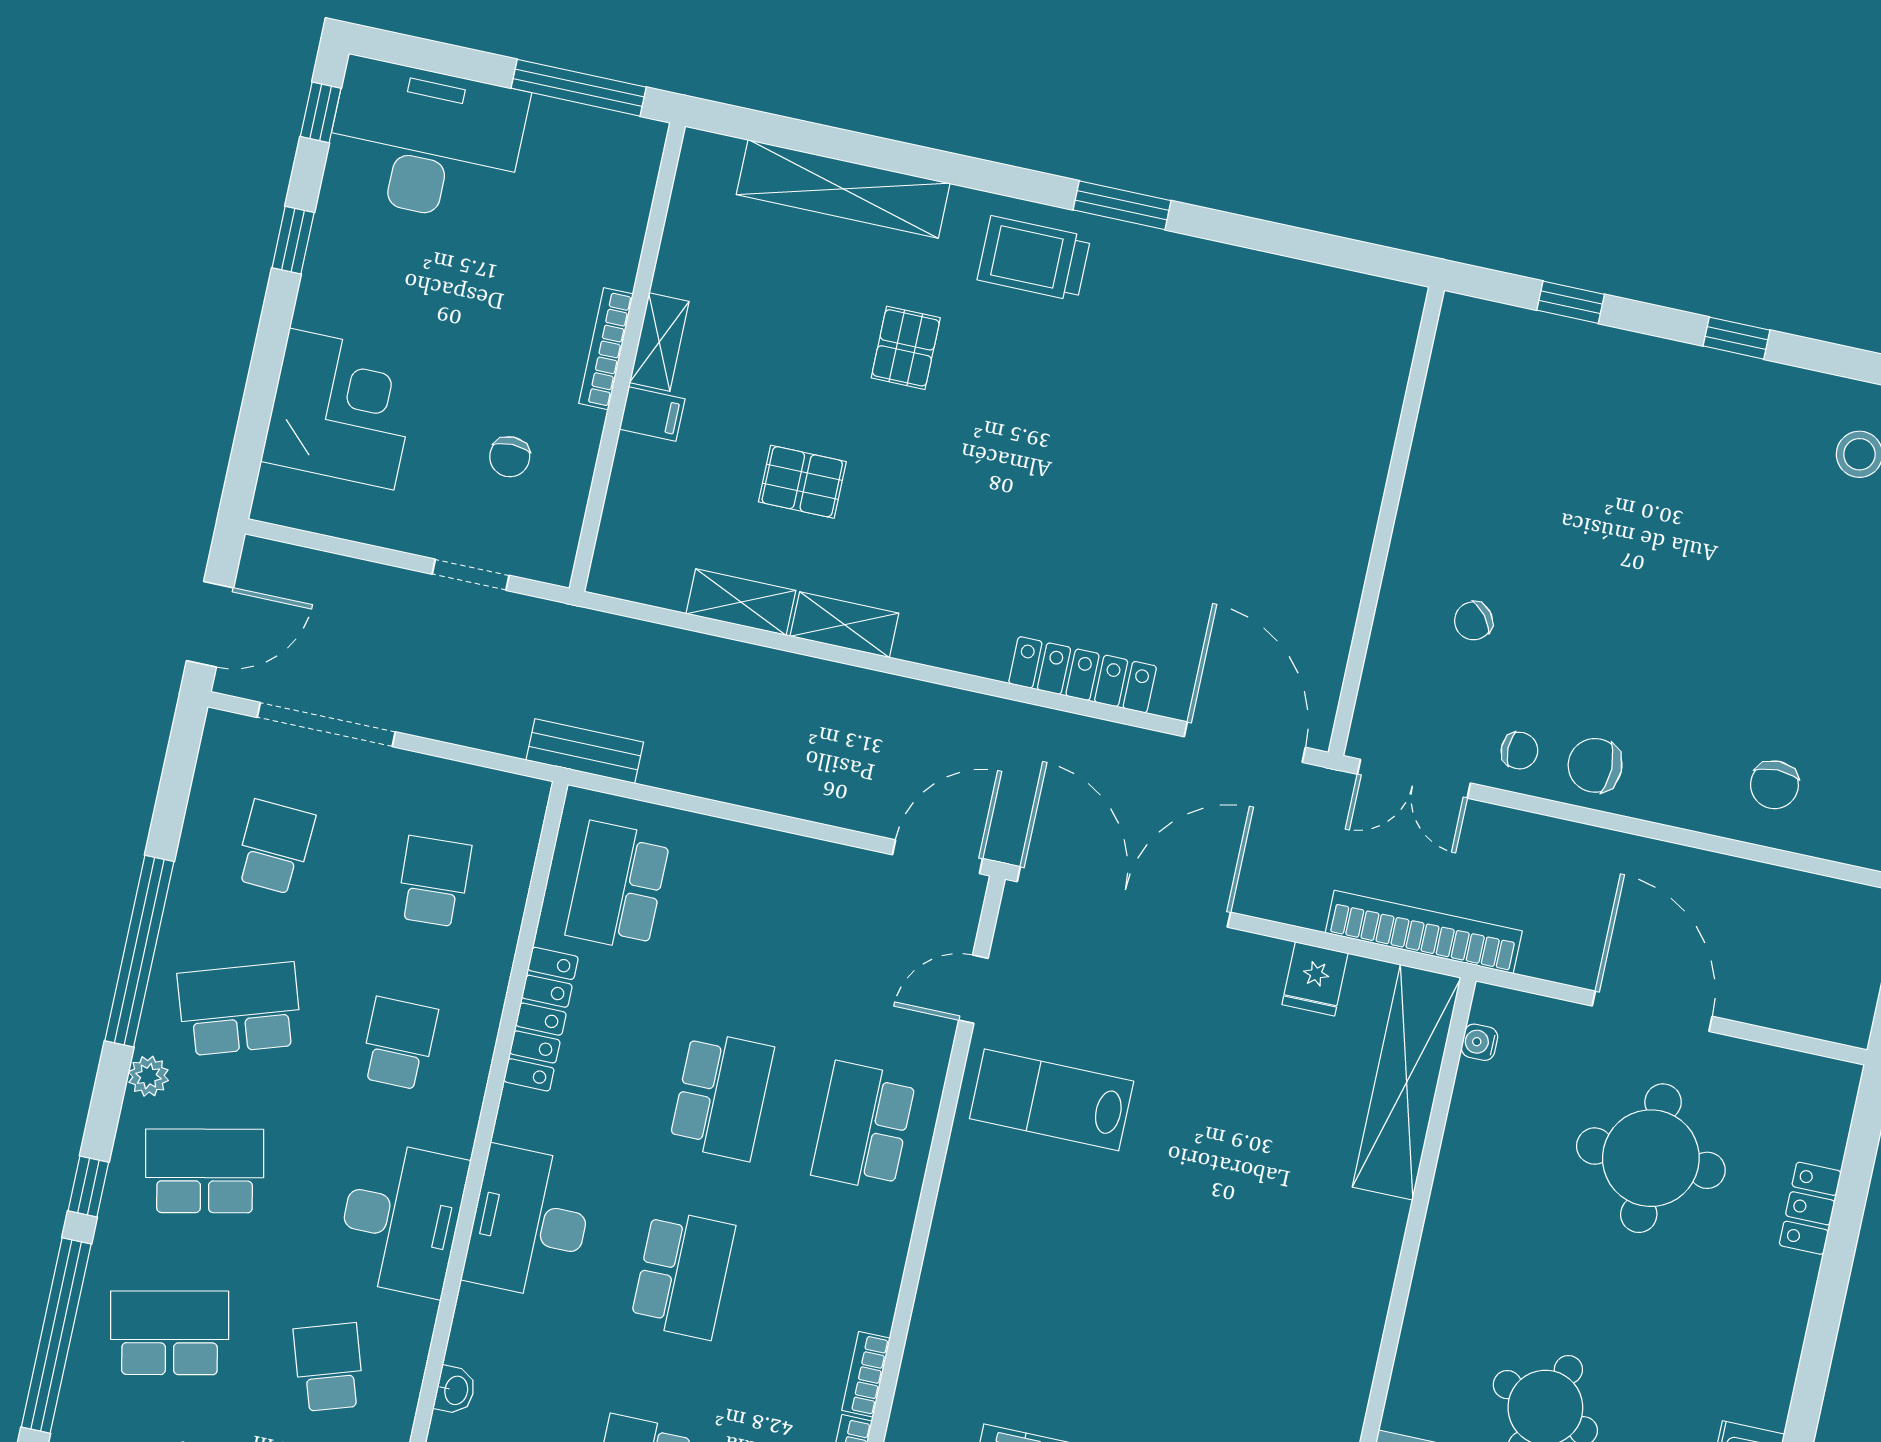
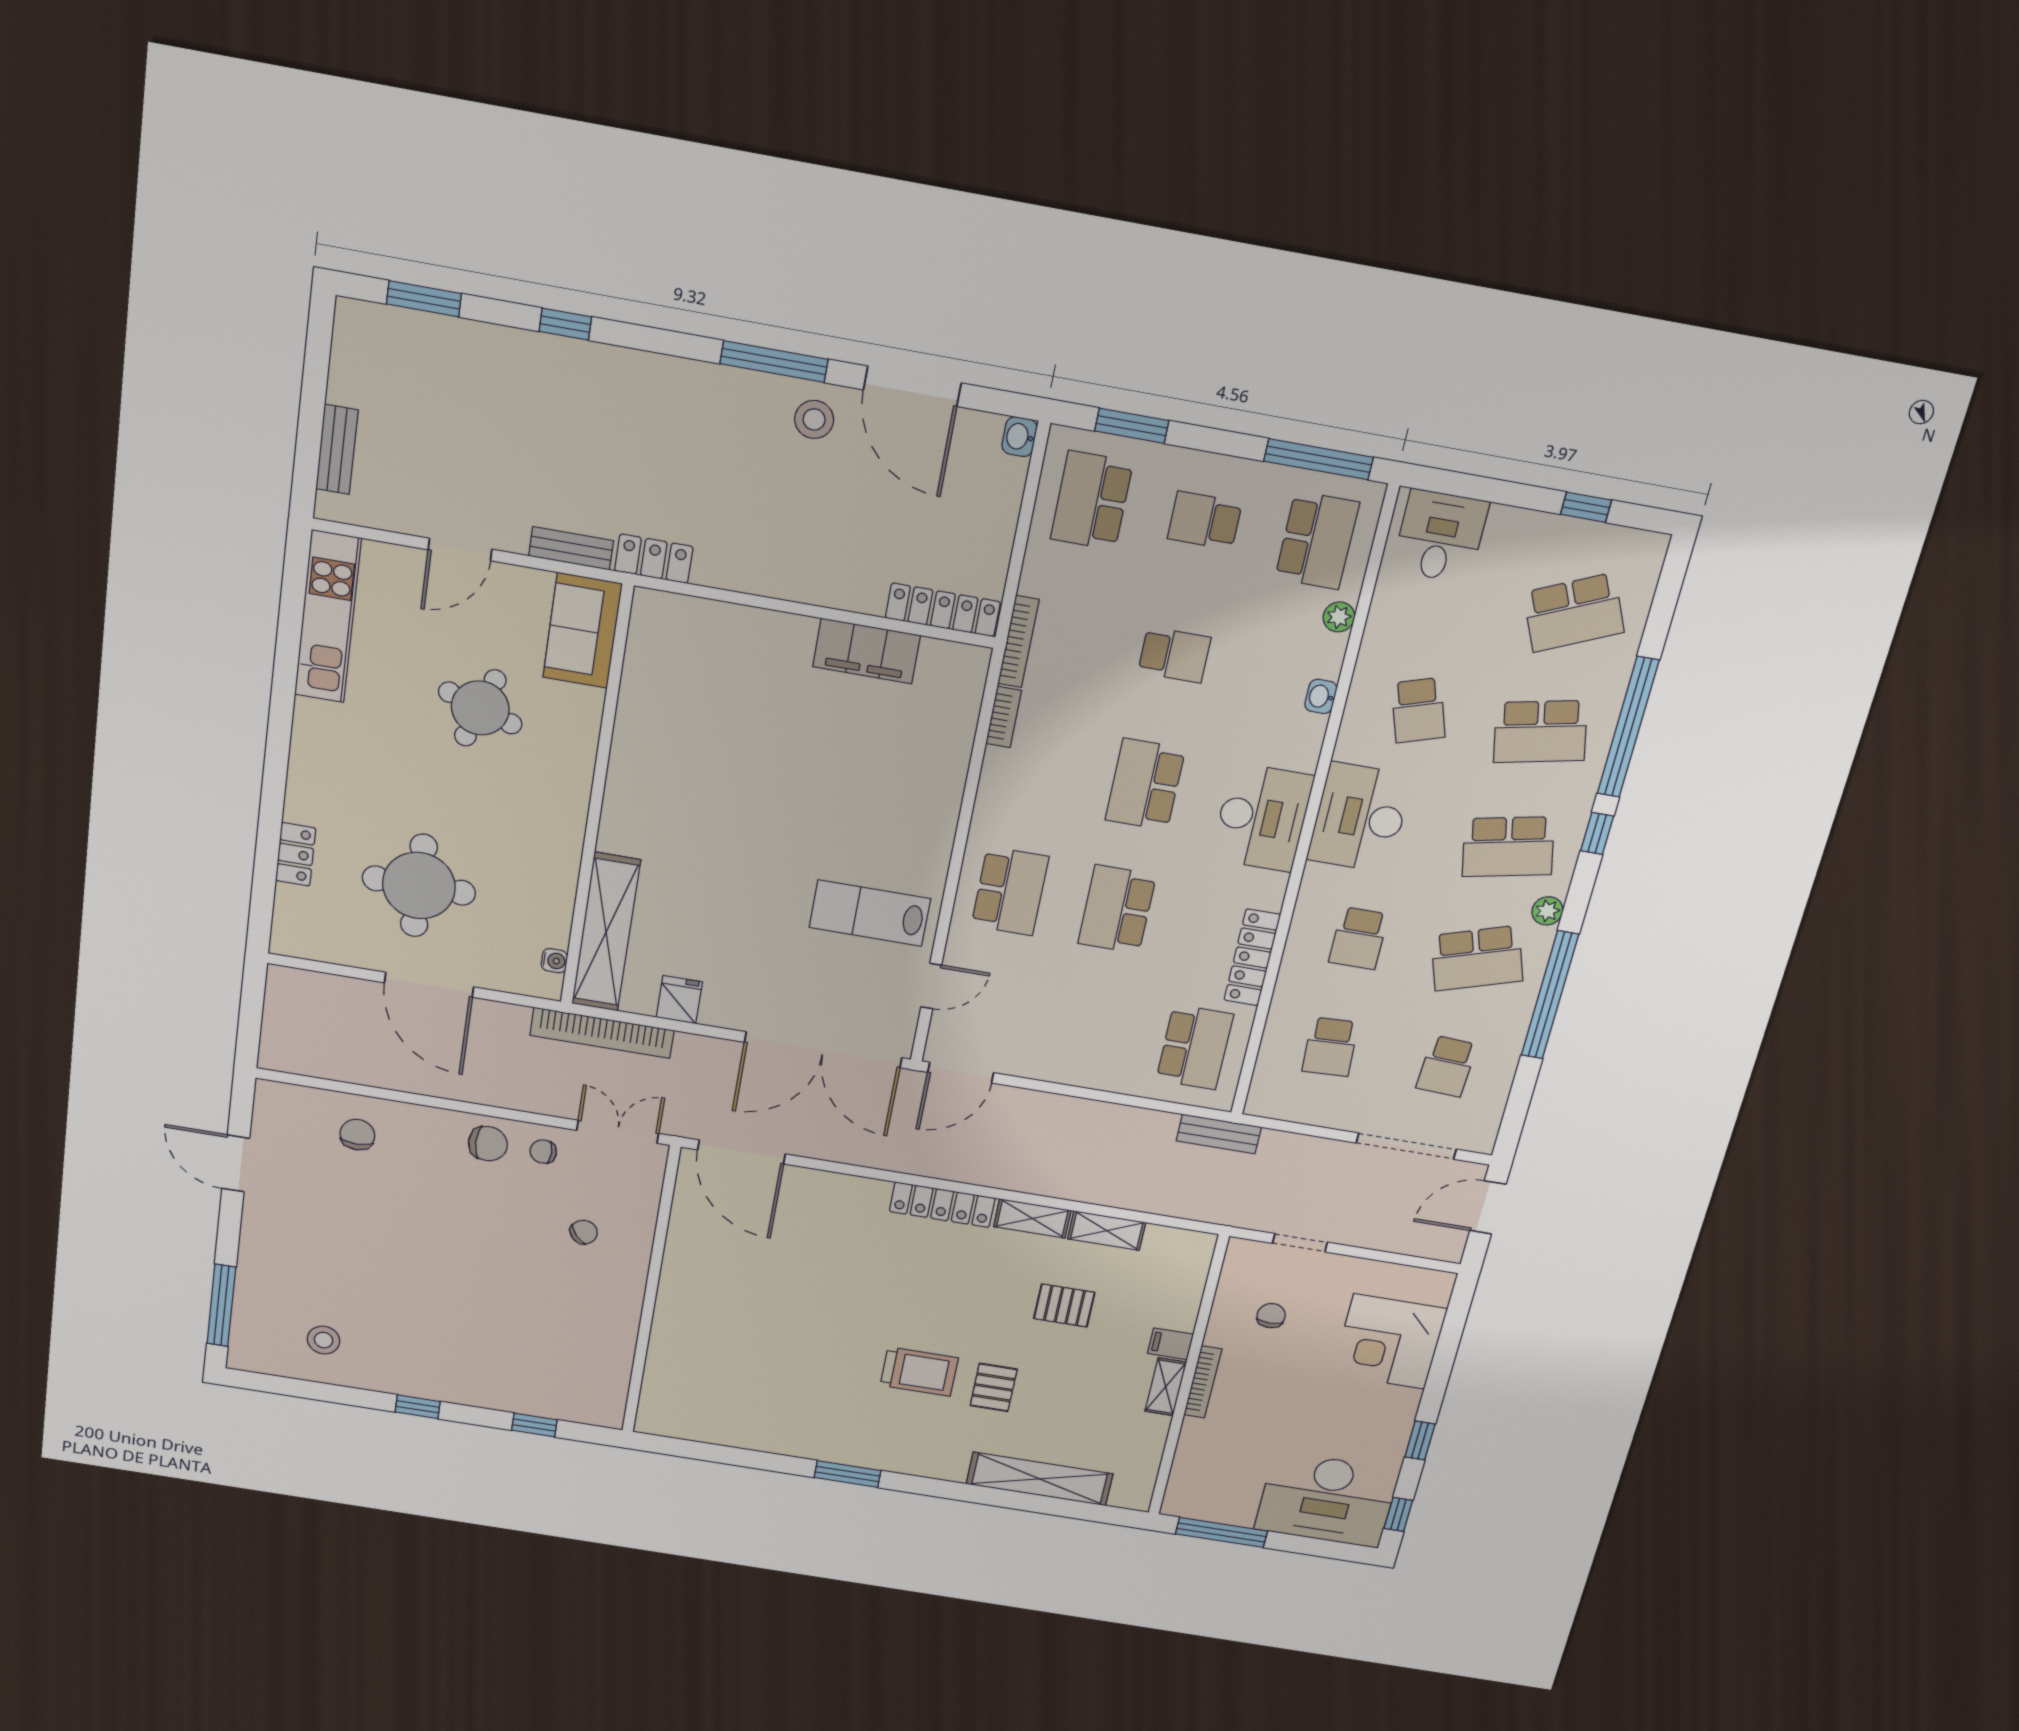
trolley: (1034, 258) -> (919, 1372), moved
locker: (1083, 675) -> (942, 1205), moved
lab bench: (1052, 1100) -> (870, 913), turned 180

